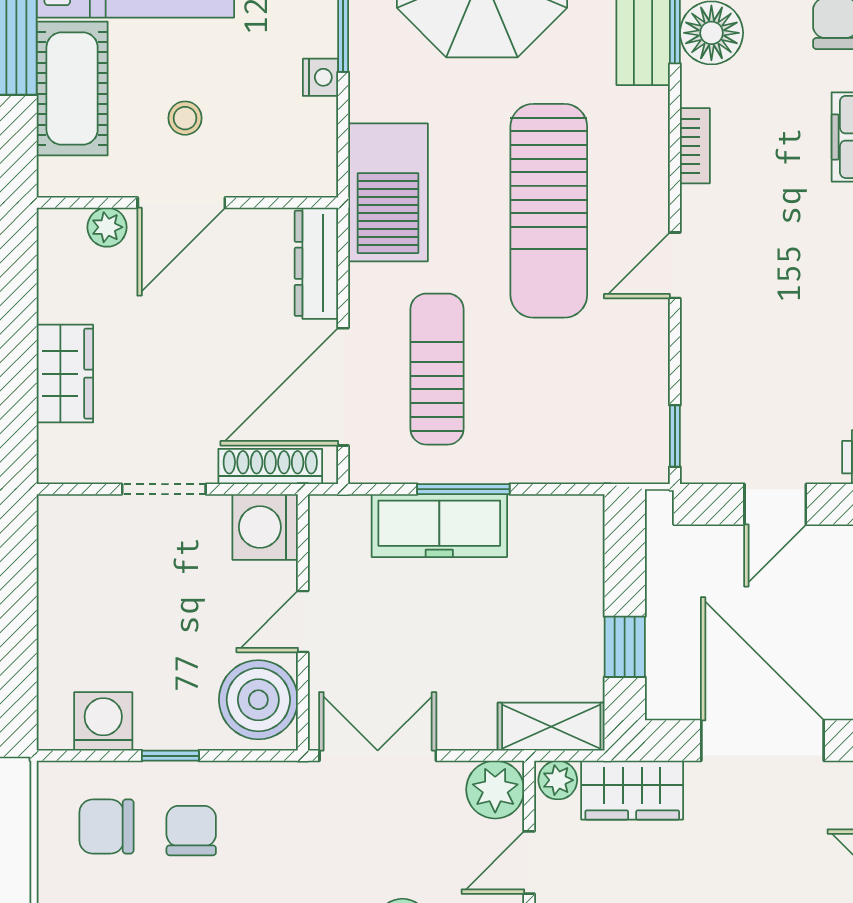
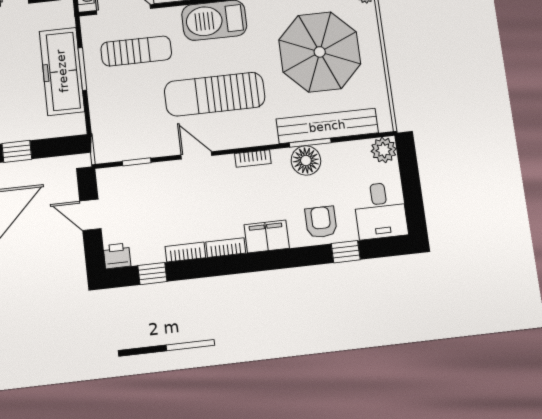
window: (675, 436) -> (137, 162), moved
freezer: (439, 526) -> (62, 71), width x1.36, depth x1.26

